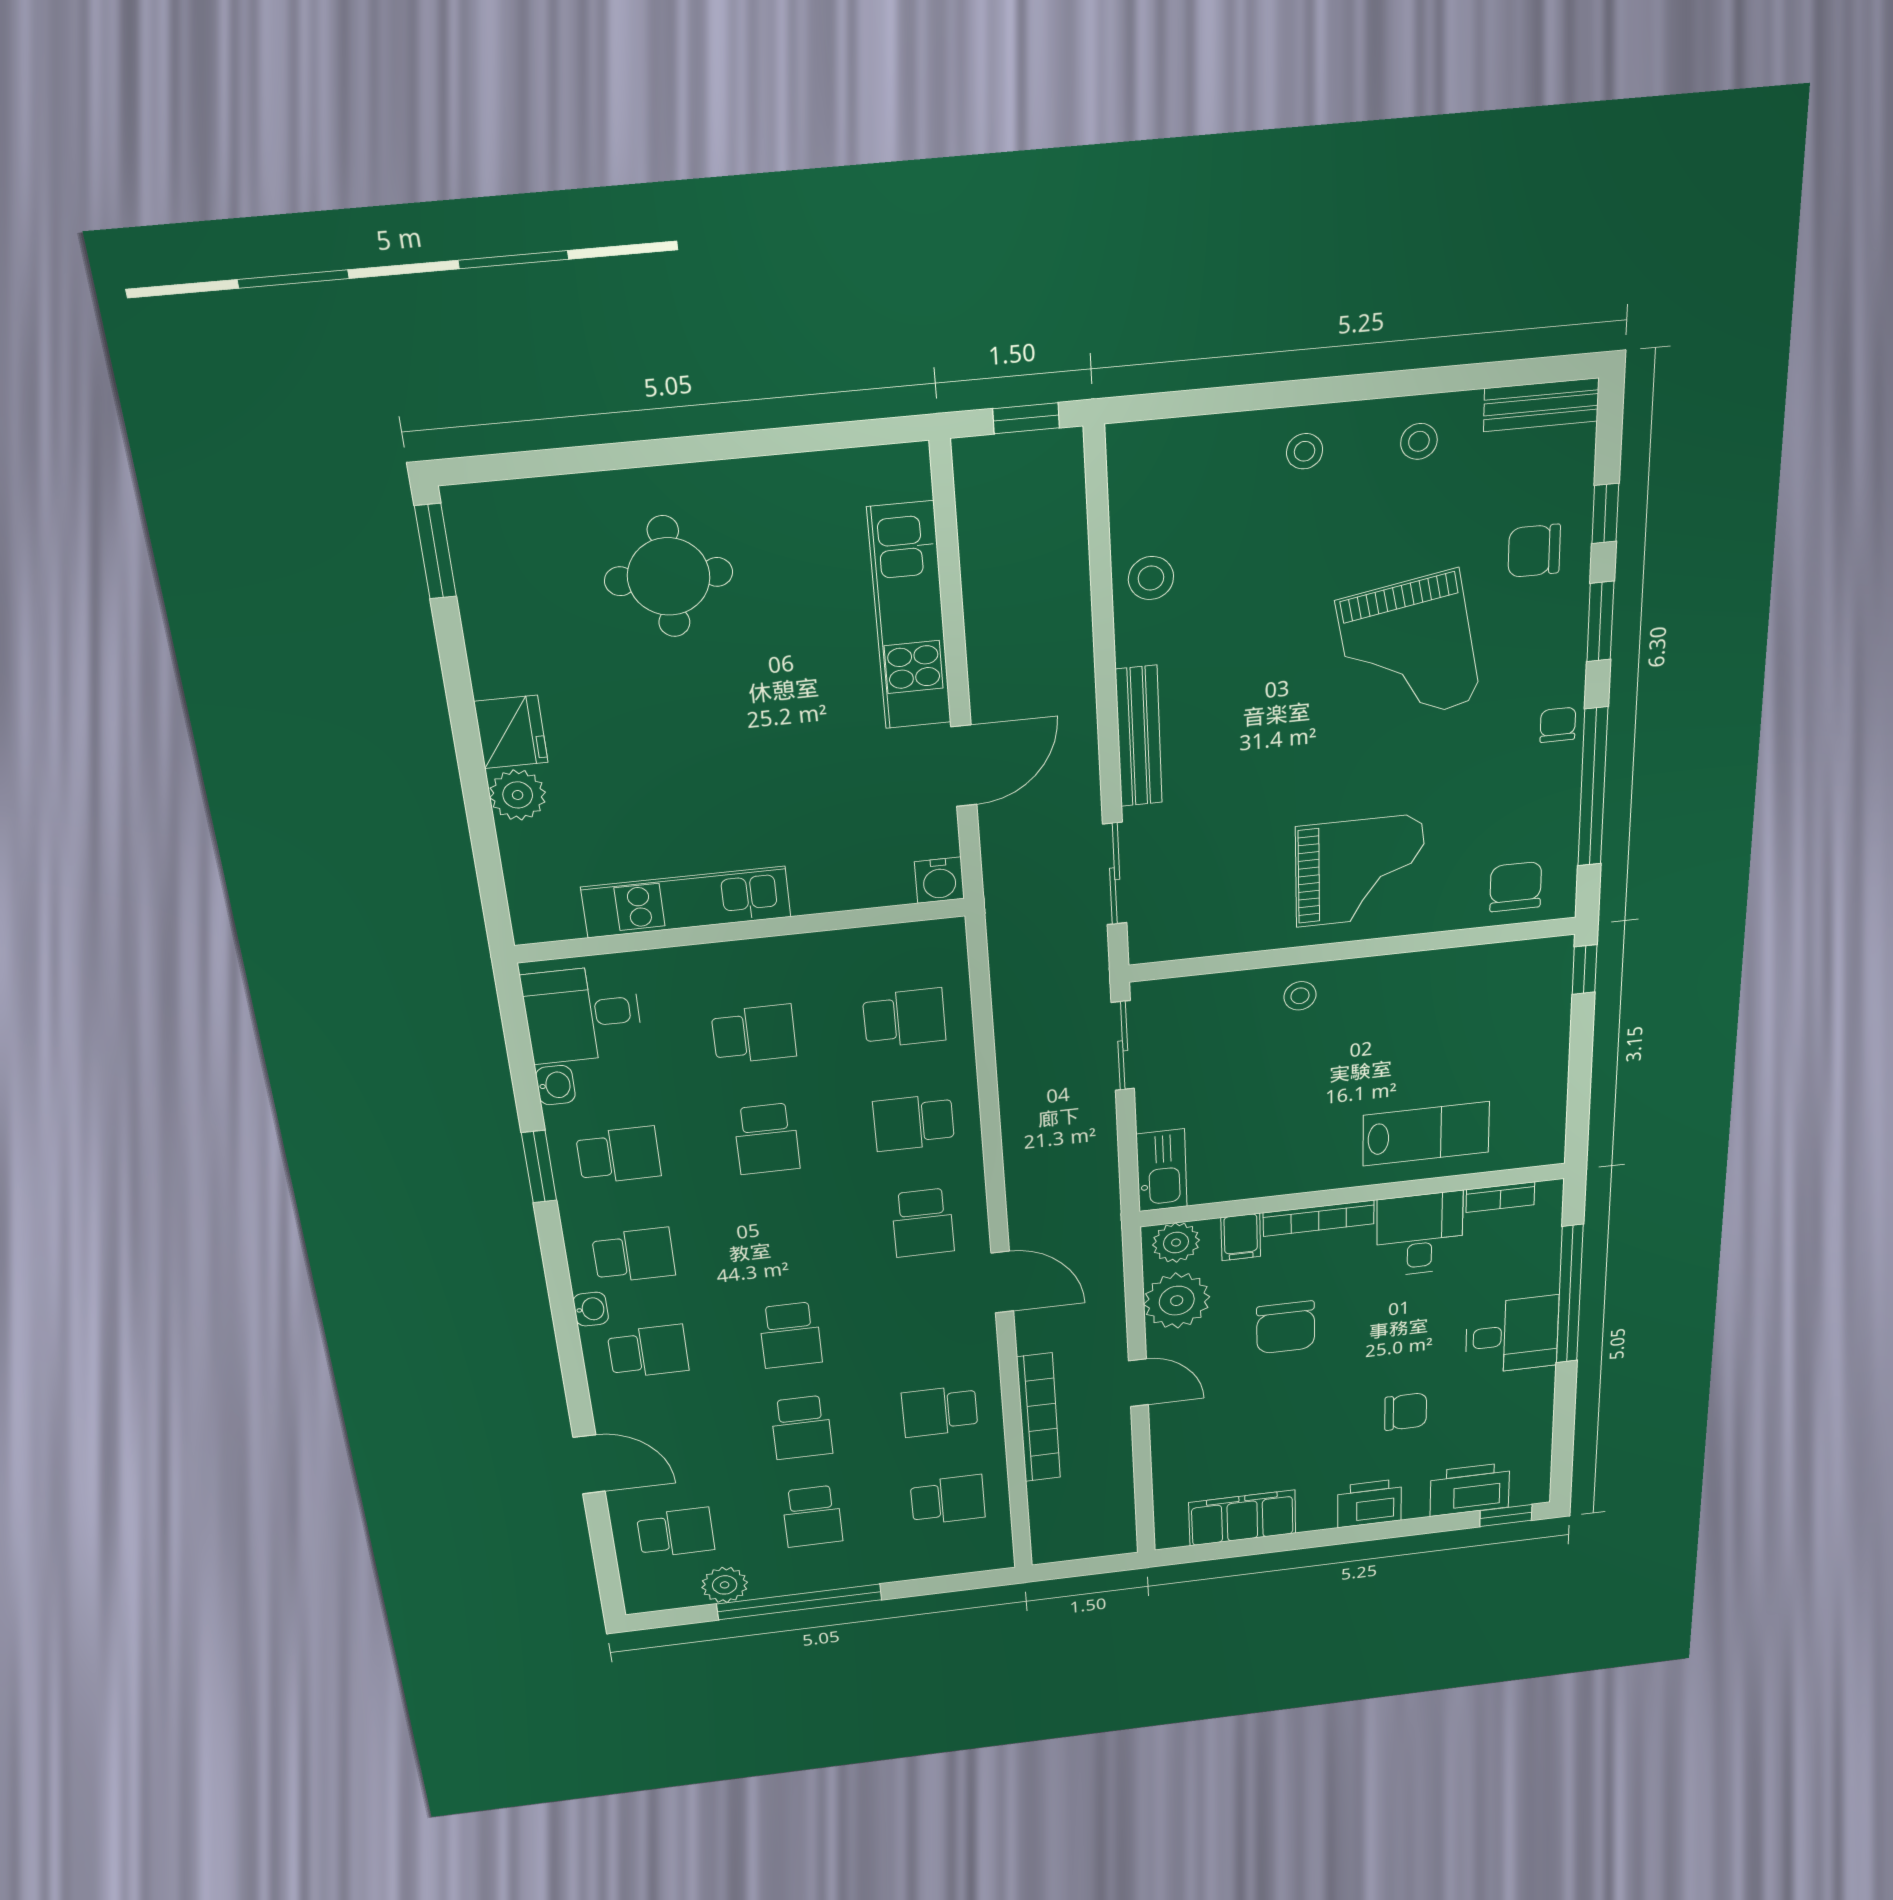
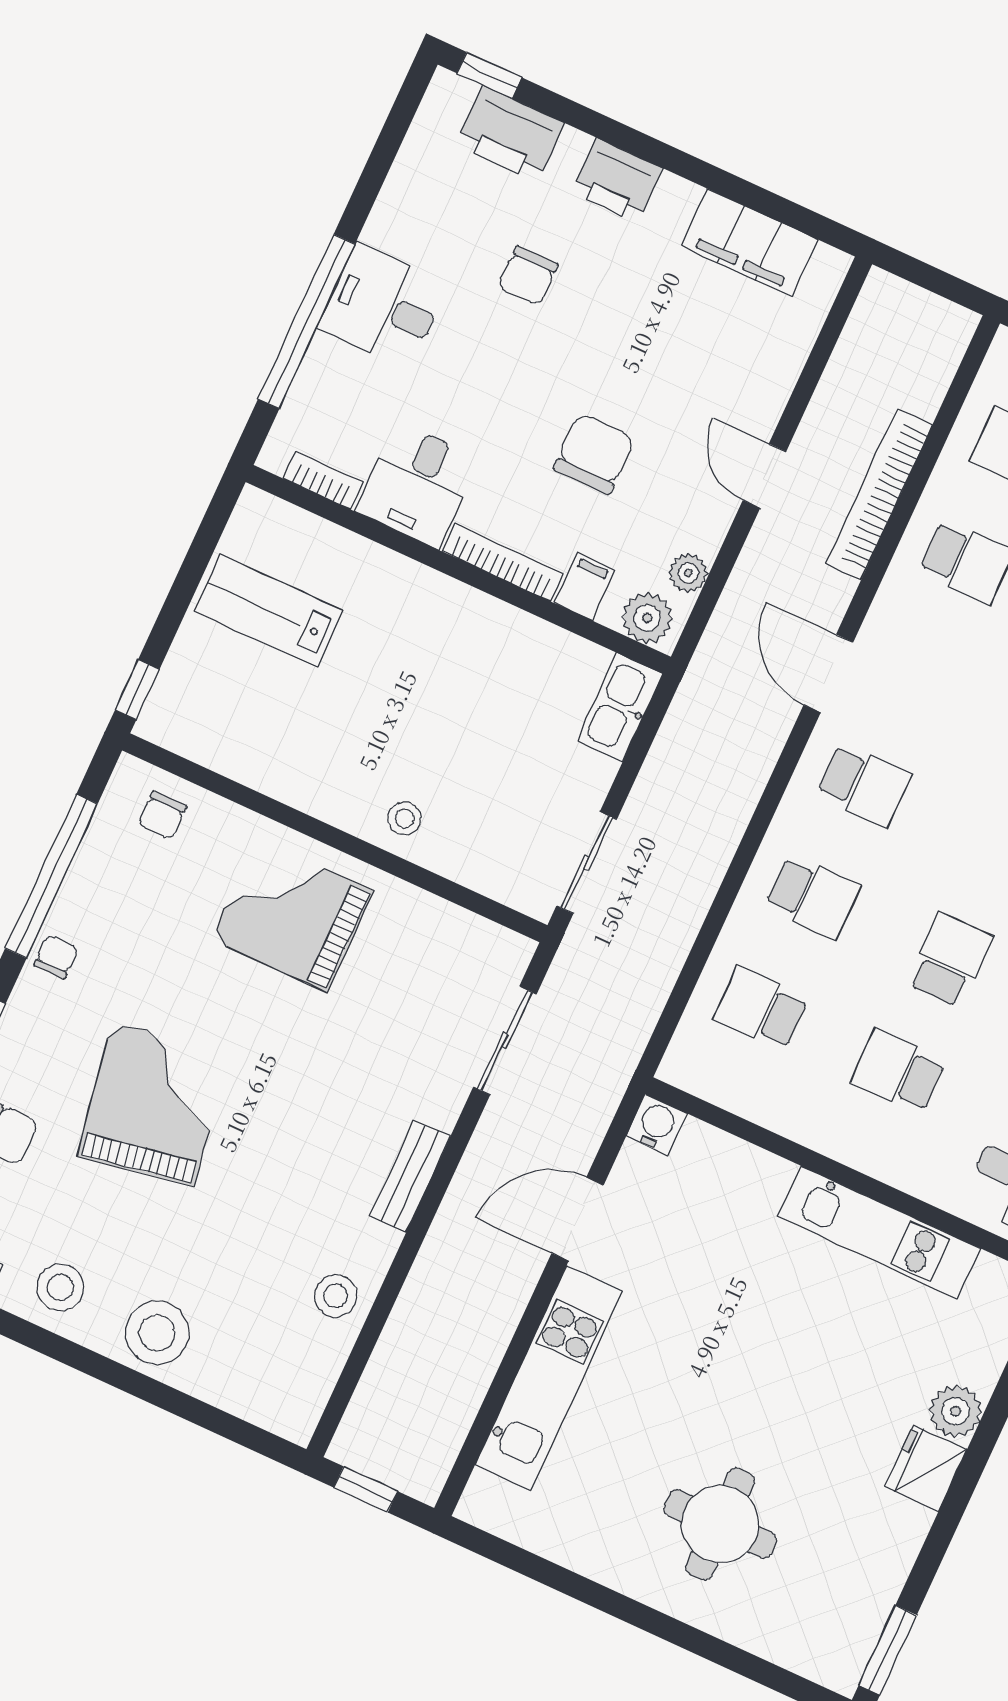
stool: (1419, 441) -> (60, 1287), width x1.37, depth x1.37
stool: (1305, 451) -> (157, 1333), width x1.89, depth x1.89
chair: (1558, 725) -> (56, 957), turned 180
bench: (1139, 736) -> (410, 1176), width x0.73
chair: (1516, 887) -> (162, 815), width x0.73, depth x0.73
lab bench: (1426, 1134) -> (269, 611), moved
school desk: (923, 1223) -> (864, 785), turned 90
plant: (1177, 1301) -> (688, 573), width x0.53, depth x0.53
chair: (1406, 1412) -> (528, 276), turned -90

